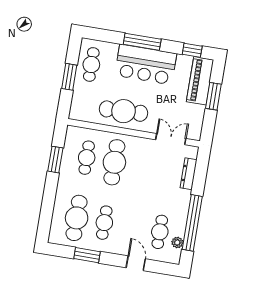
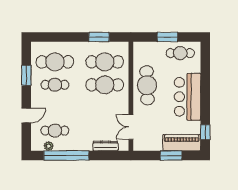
window: (142, 42) -> (205, 91), removed
double door: (171, 139) -> (131, 127), swing flipped
cafe table: (87, 158) -> (105, 62), width x1.37, depth x1.35

